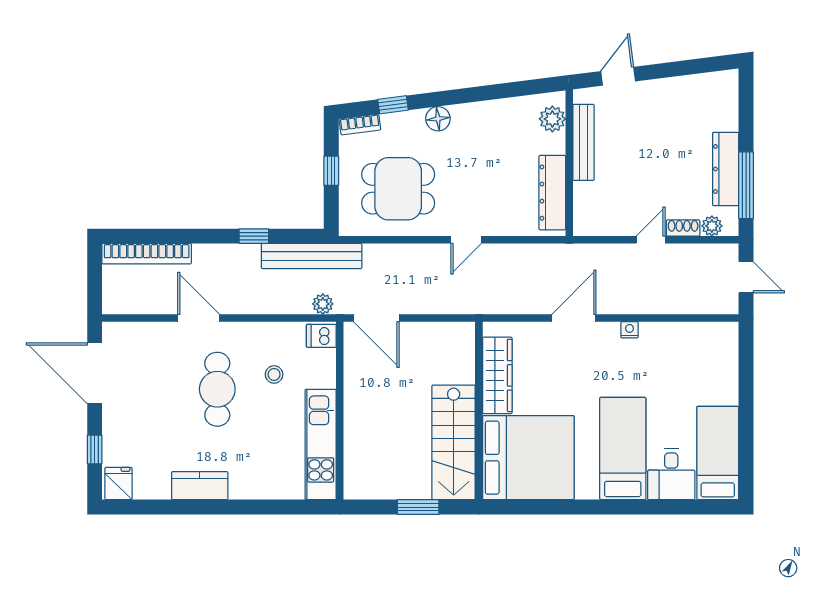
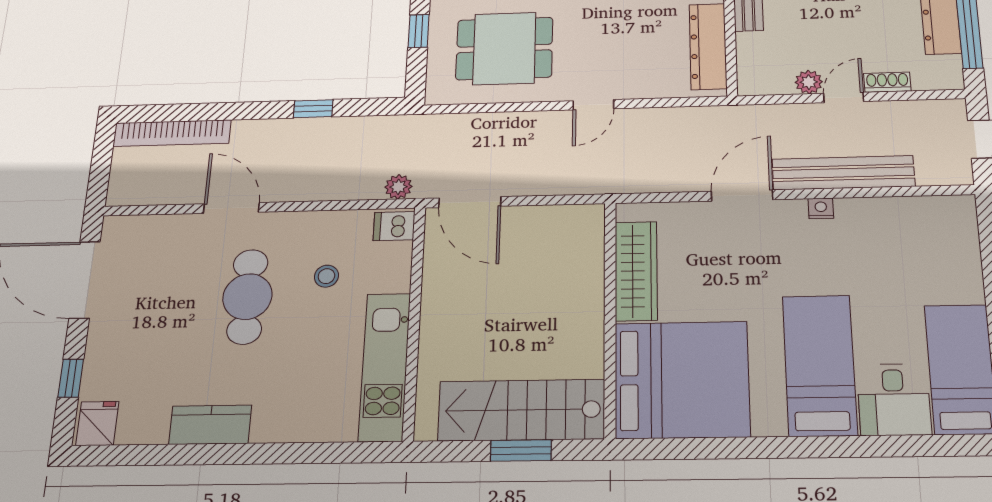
plant: (712, 226) -> (809, 82), moved
bench: (312, 256) -> (843, 173), moved
stairs: (454, 442) -> (521, 410), moved, turned 90

